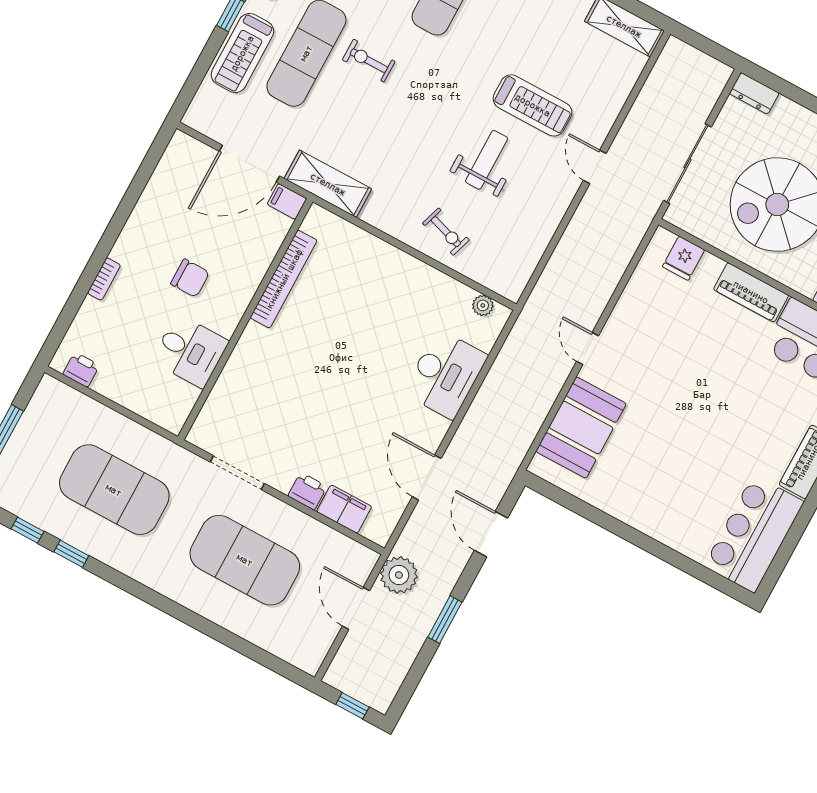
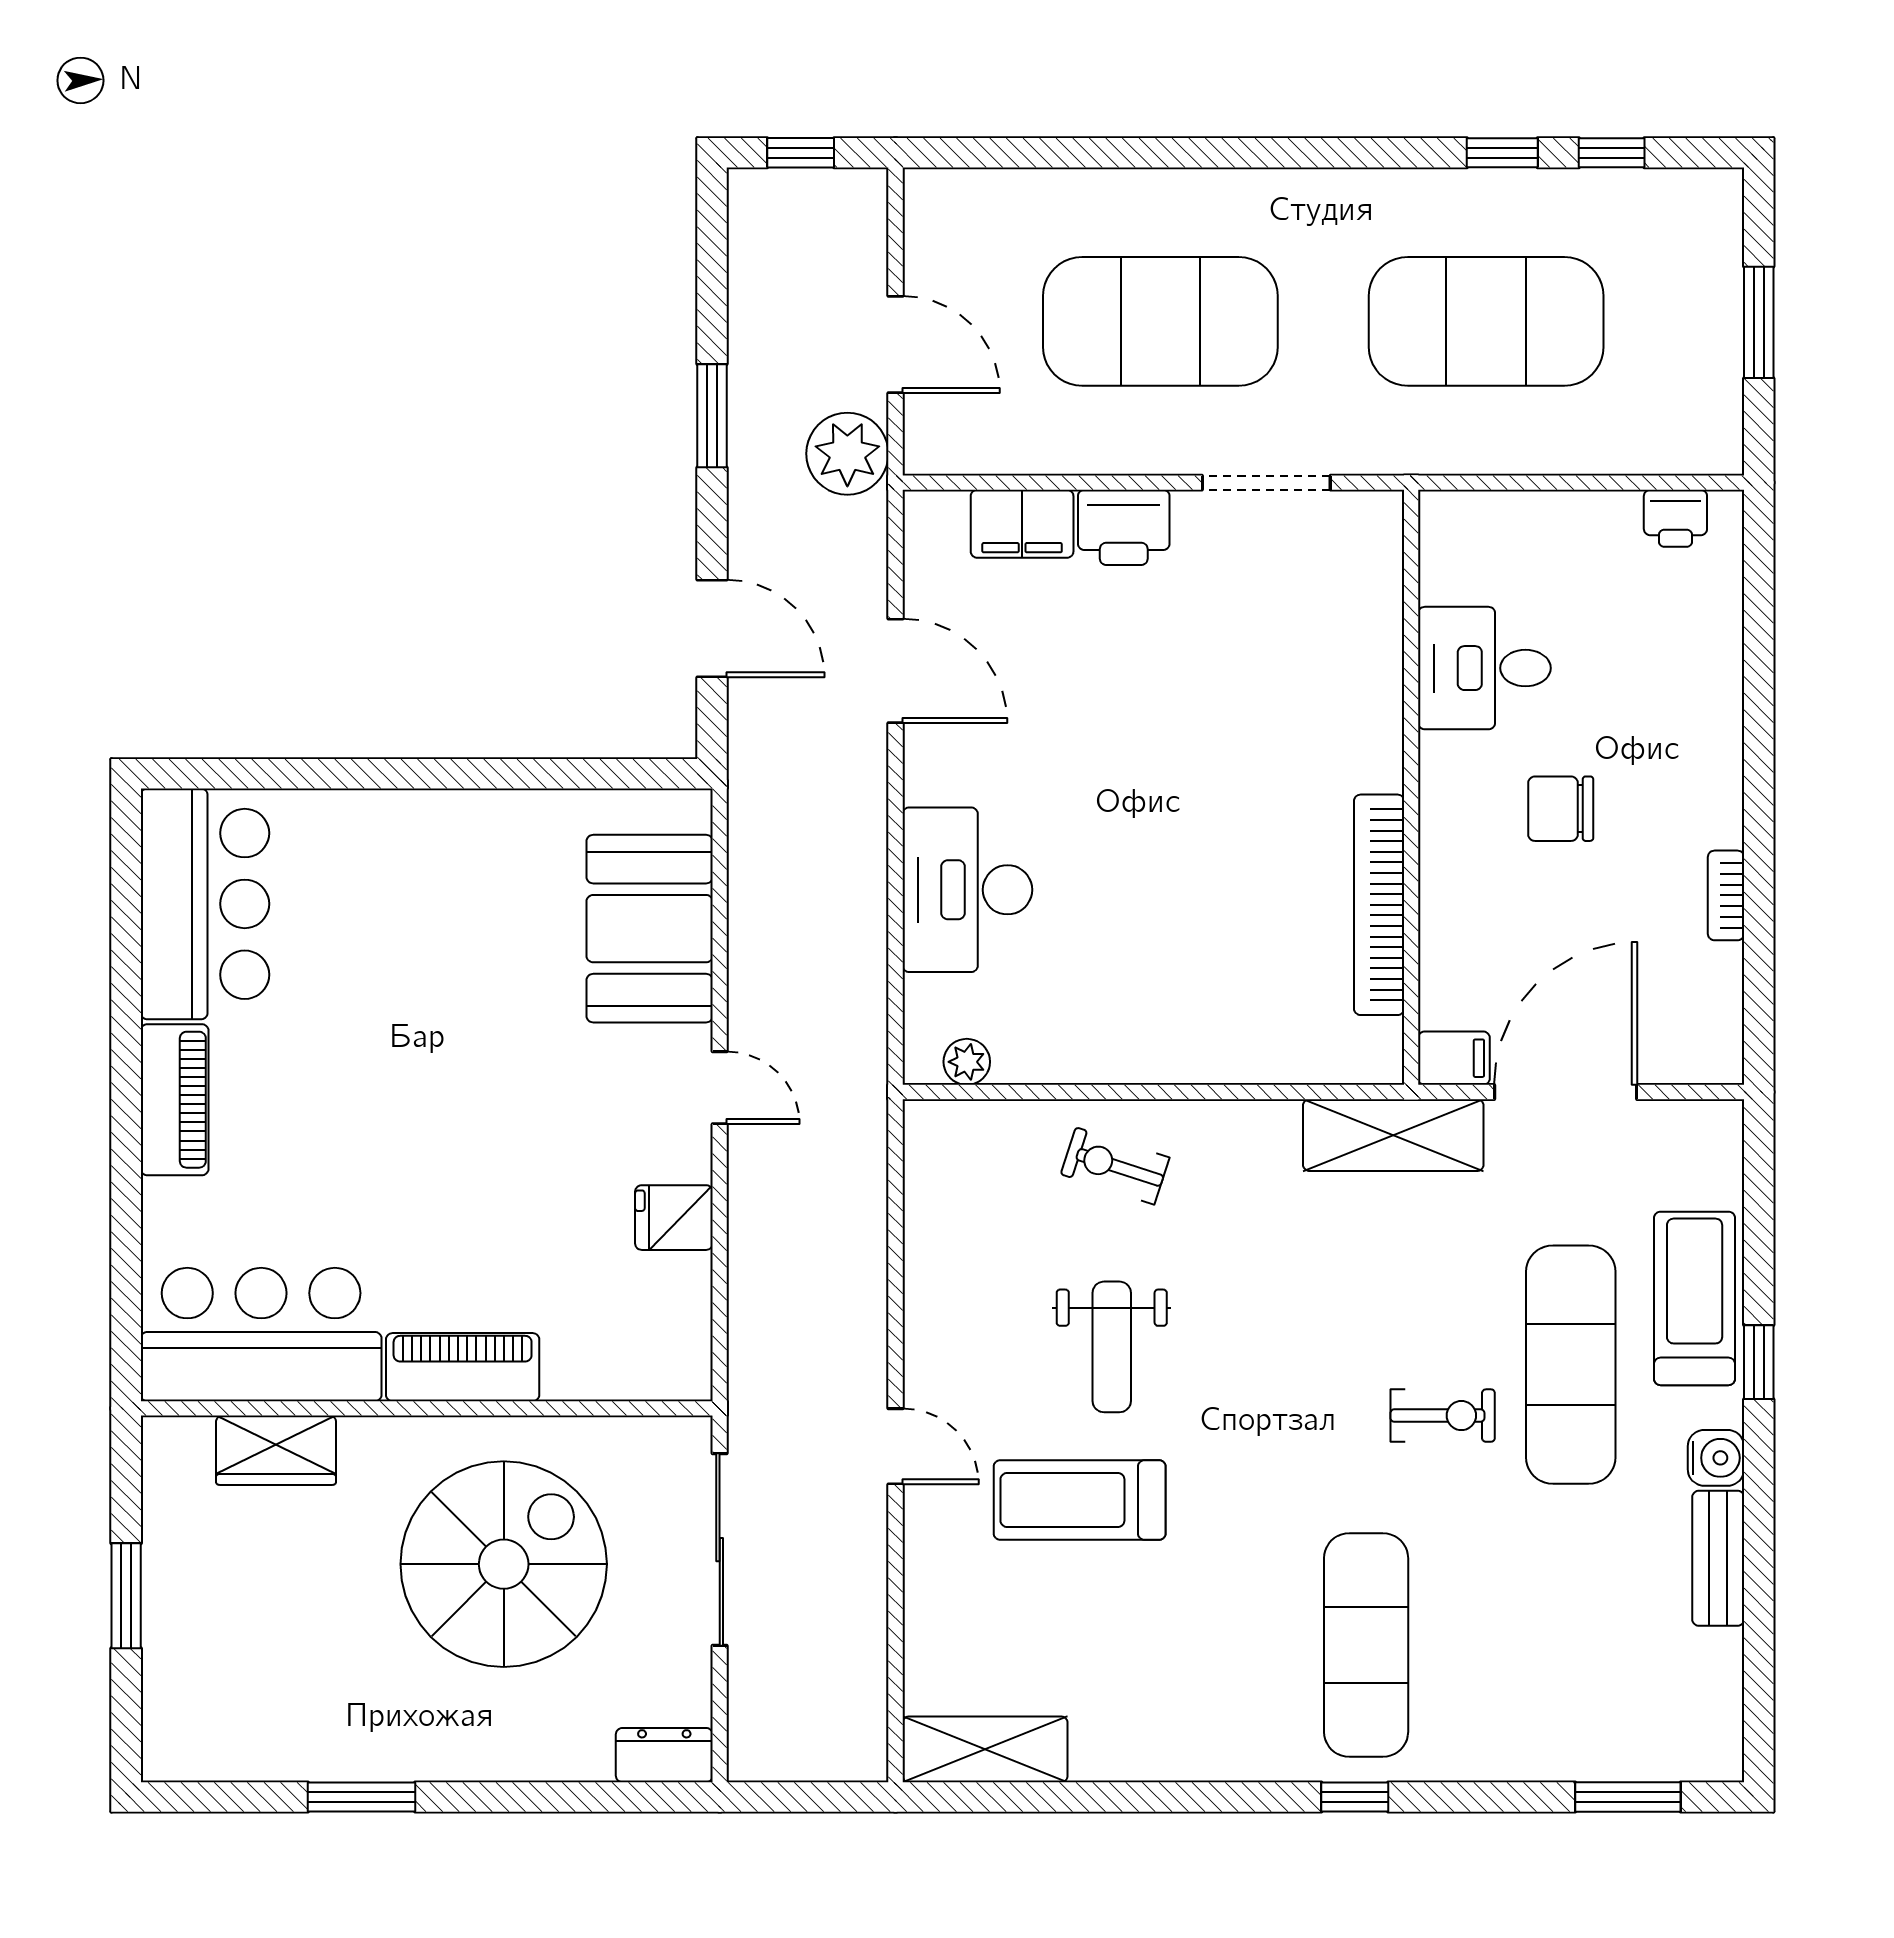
fridge: (684, 258) -> (674, 1218), moved, turned -90
bookcase: (104, 279) -> (1726, 895), moved
printer: (307, 491) -> (1124, 527), width x1.36, depth x1.24

